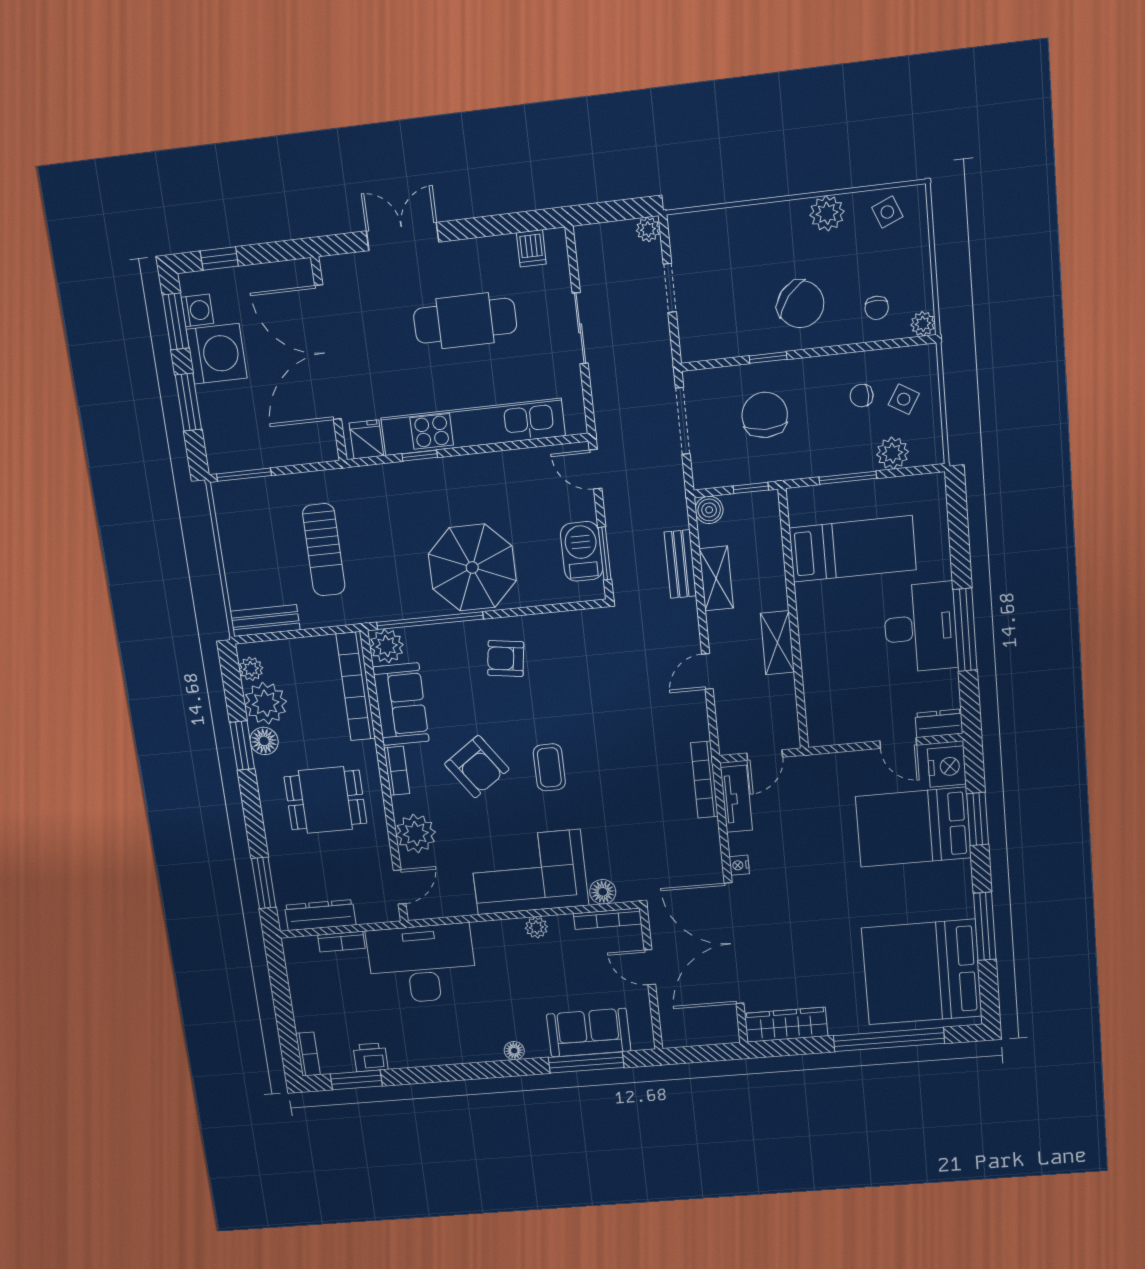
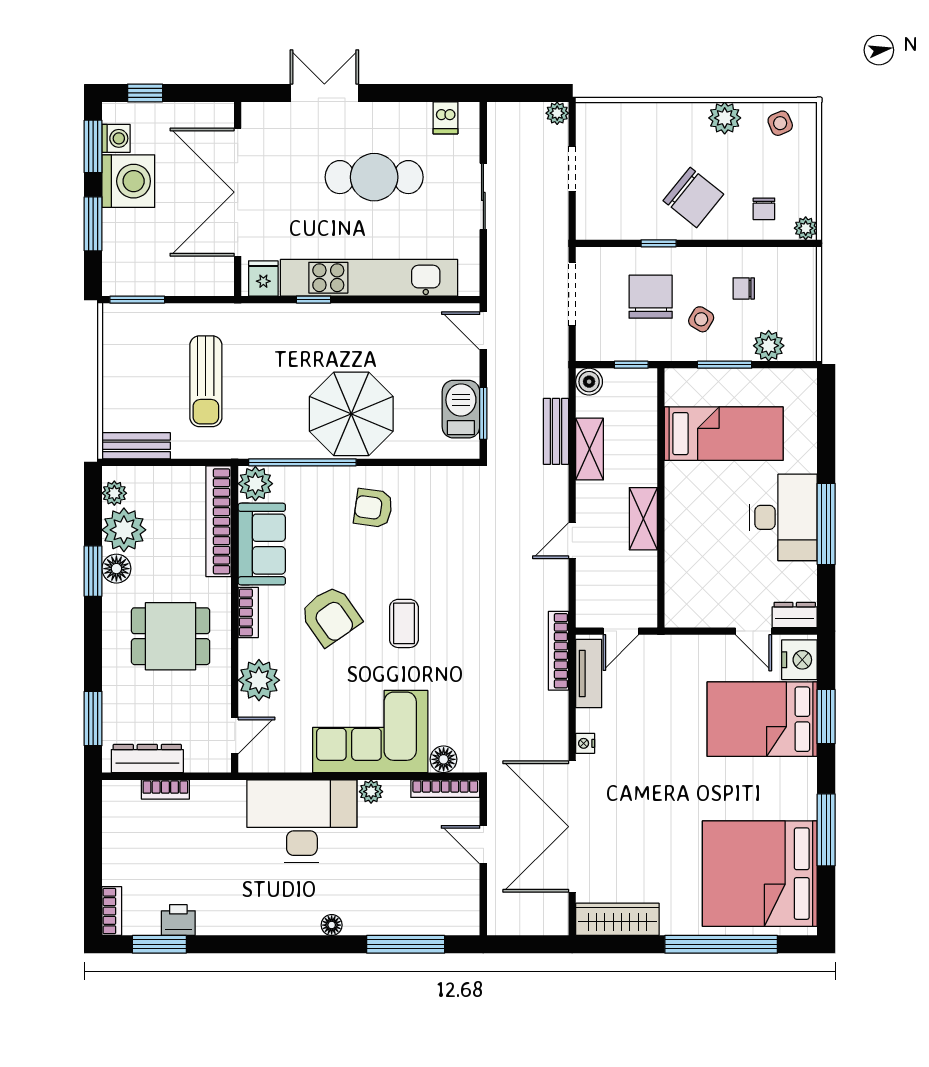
side table: (904, 399) -> (701, 319), moved
desk: (422, 964) -> (302, 821), moved
sofa: (589, 1033) -> (412, 911), removed

